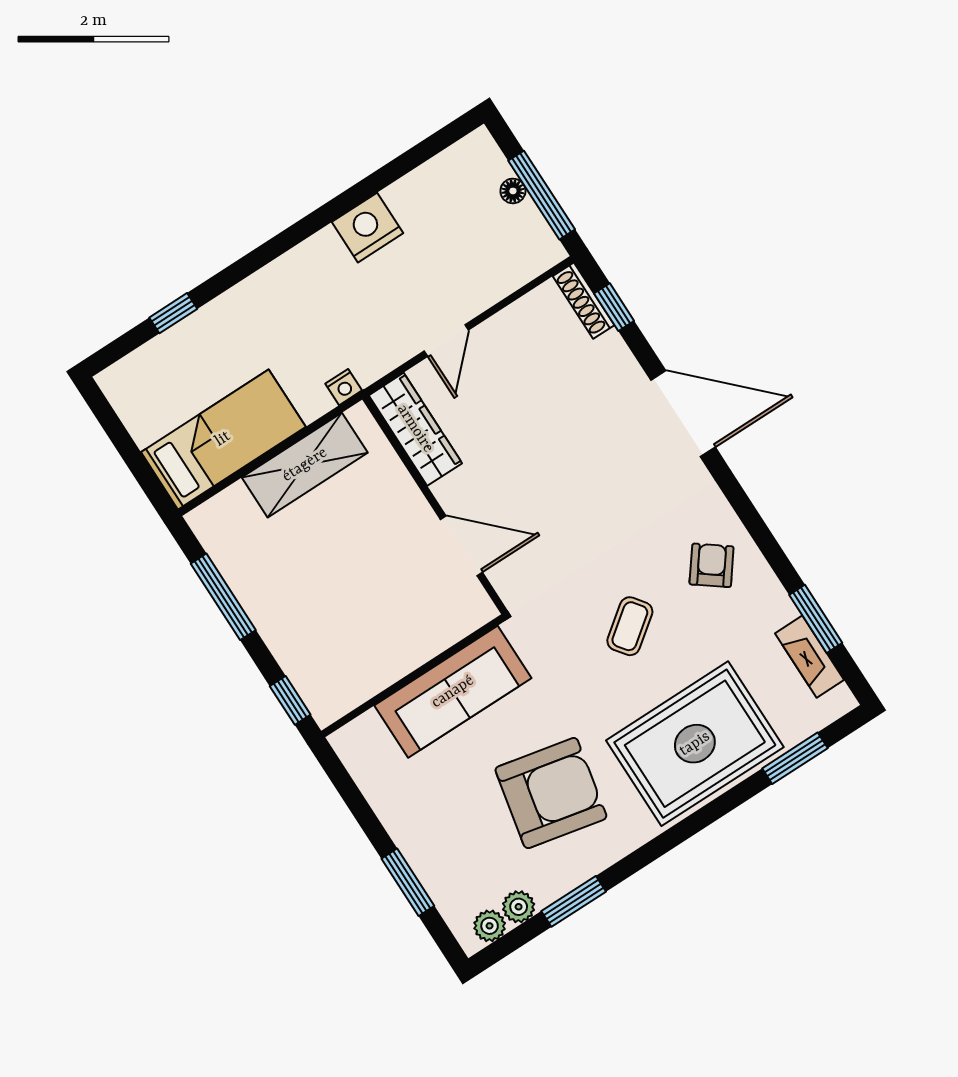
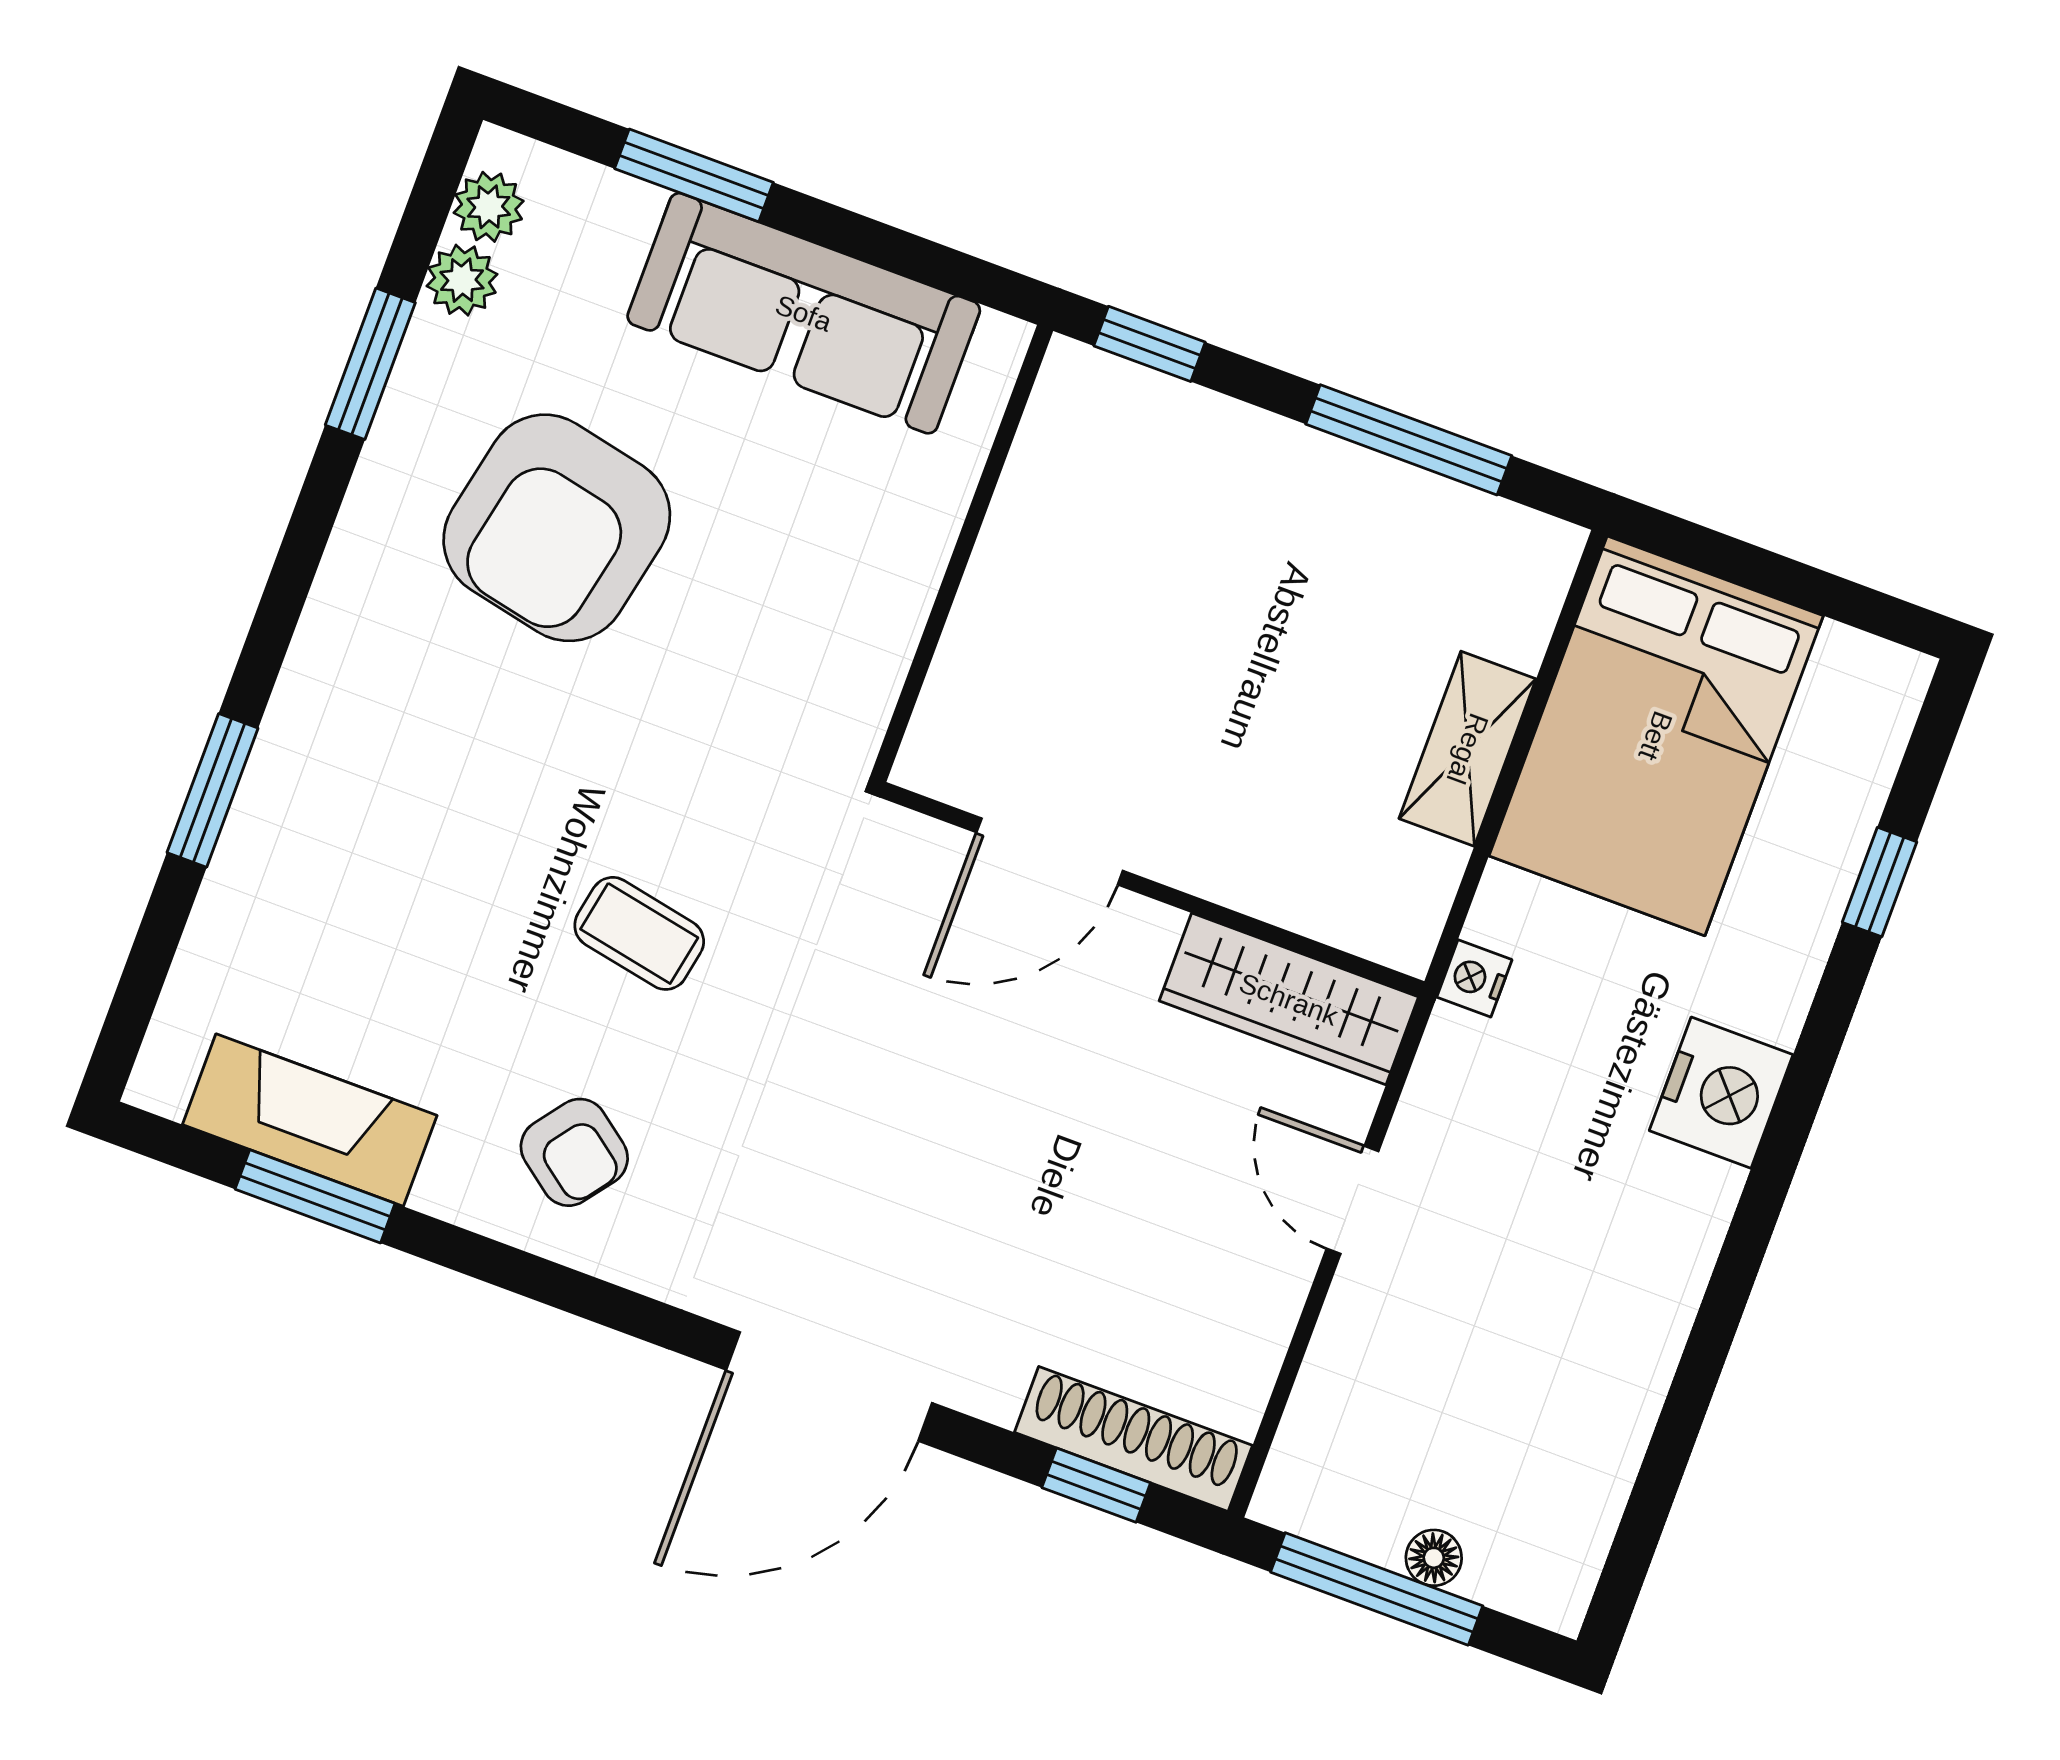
nightstand: (368, 228) -> (1721, 1093), moved
shoe rack: (584, 301) -> (1133, 1439), width x1.36, depth x1.24
bed: (223, 439) -> (1656, 736), width x1.50
shelving: (305, 465) -> (1468, 749), width x0.67, depth x0.75
coffee table: (630, 626) -> (639, 933), turned -42
fireplace: (809, 657) -> (310, 1120), width x1.37, depth x1.32
sofa: (453, 692) -> (804, 313), moved, turned -90
rug: (695, 744) -> (365, 810), removed
window: (795, 758) -> (213, 790), moved

